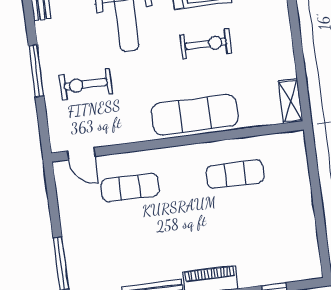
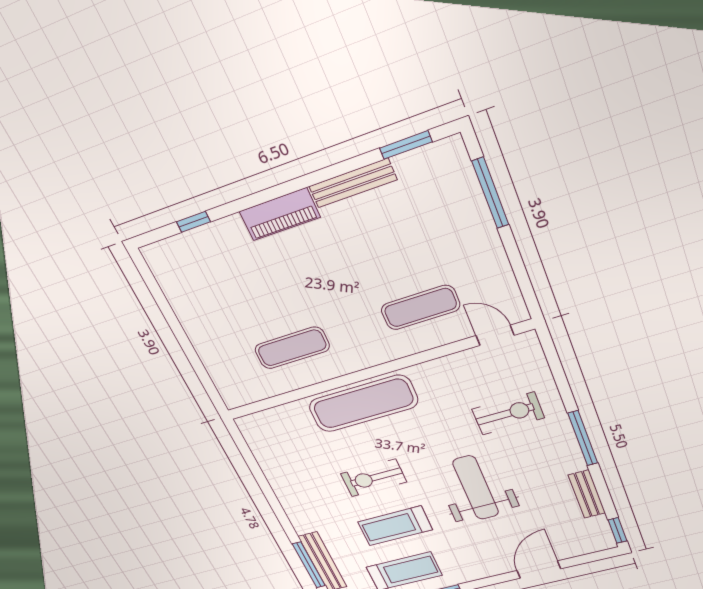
window: (36, 71) -> (583, 438), moved
shelving: (291, 101) -> (255, 437), removed

